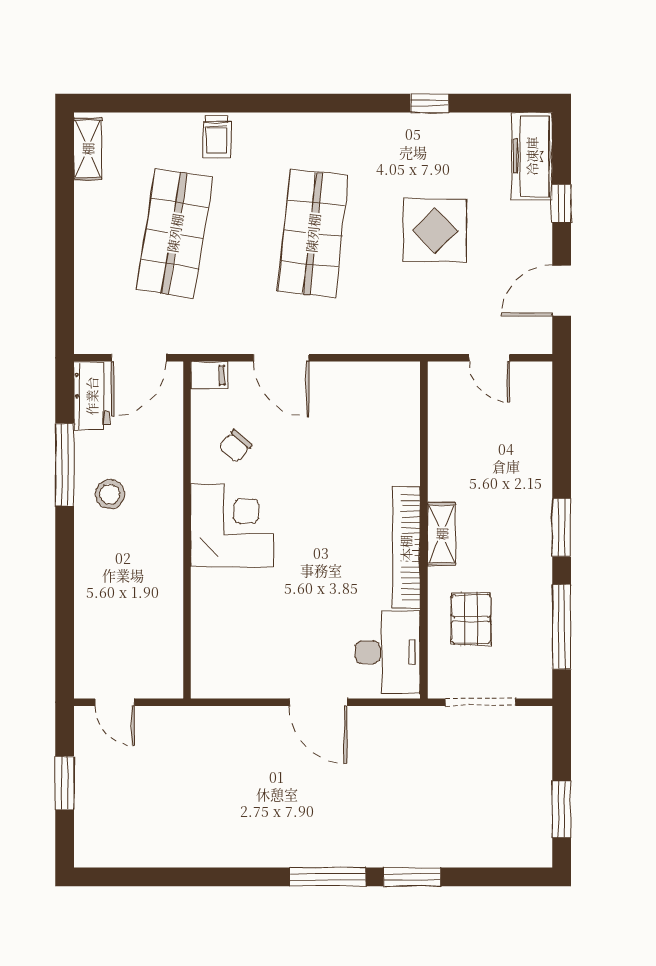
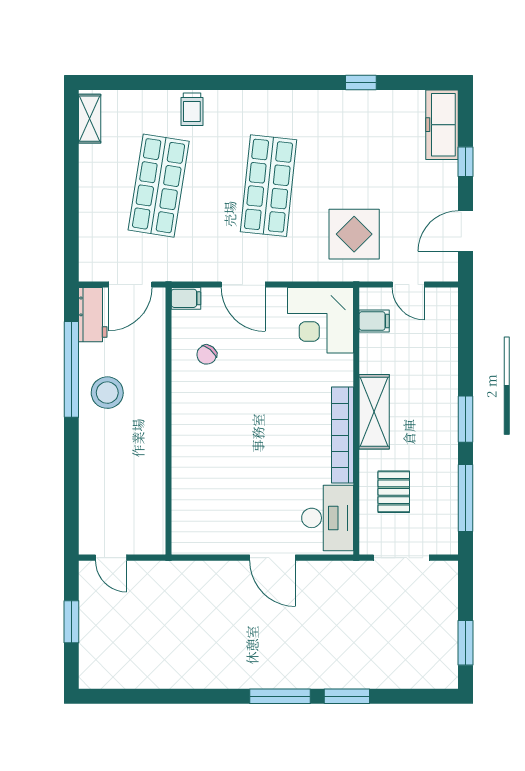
display table: (435, 230) -> (354, 234), moved
filing cabinet: (446, 404) -> (374, 321), added
window: (65, 465) -> (71, 369), width x1.46
stool: (110, 494) -> (107, 393), width x1.38, depth x1.38
corner desk: (232, 525) -> (320, 320), moved, turned 180
shelving: (442, 534) -> (374, 412), width x1.50, depth x1.33

